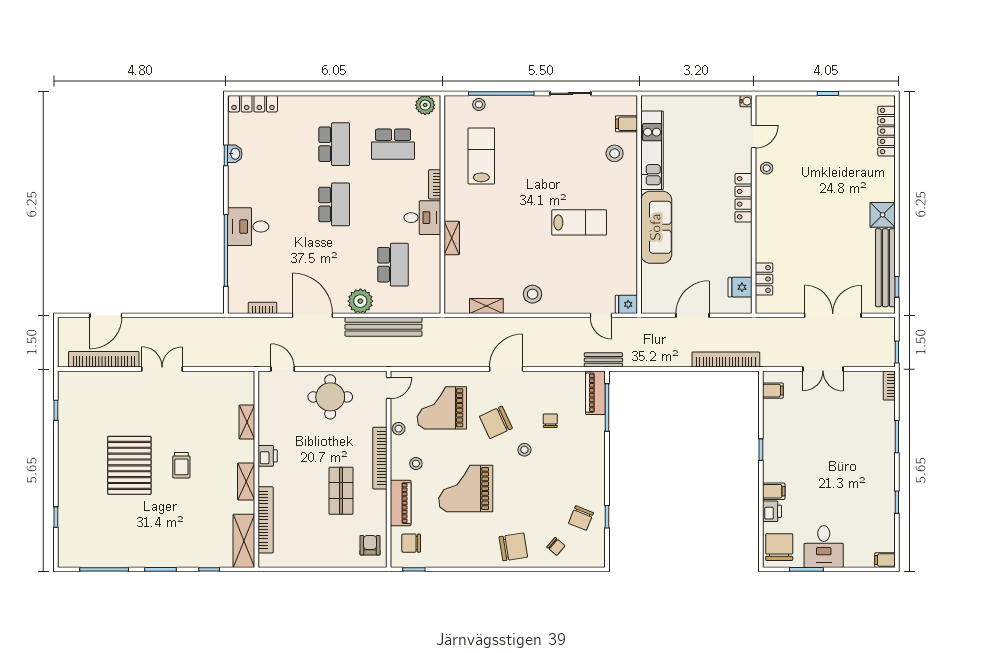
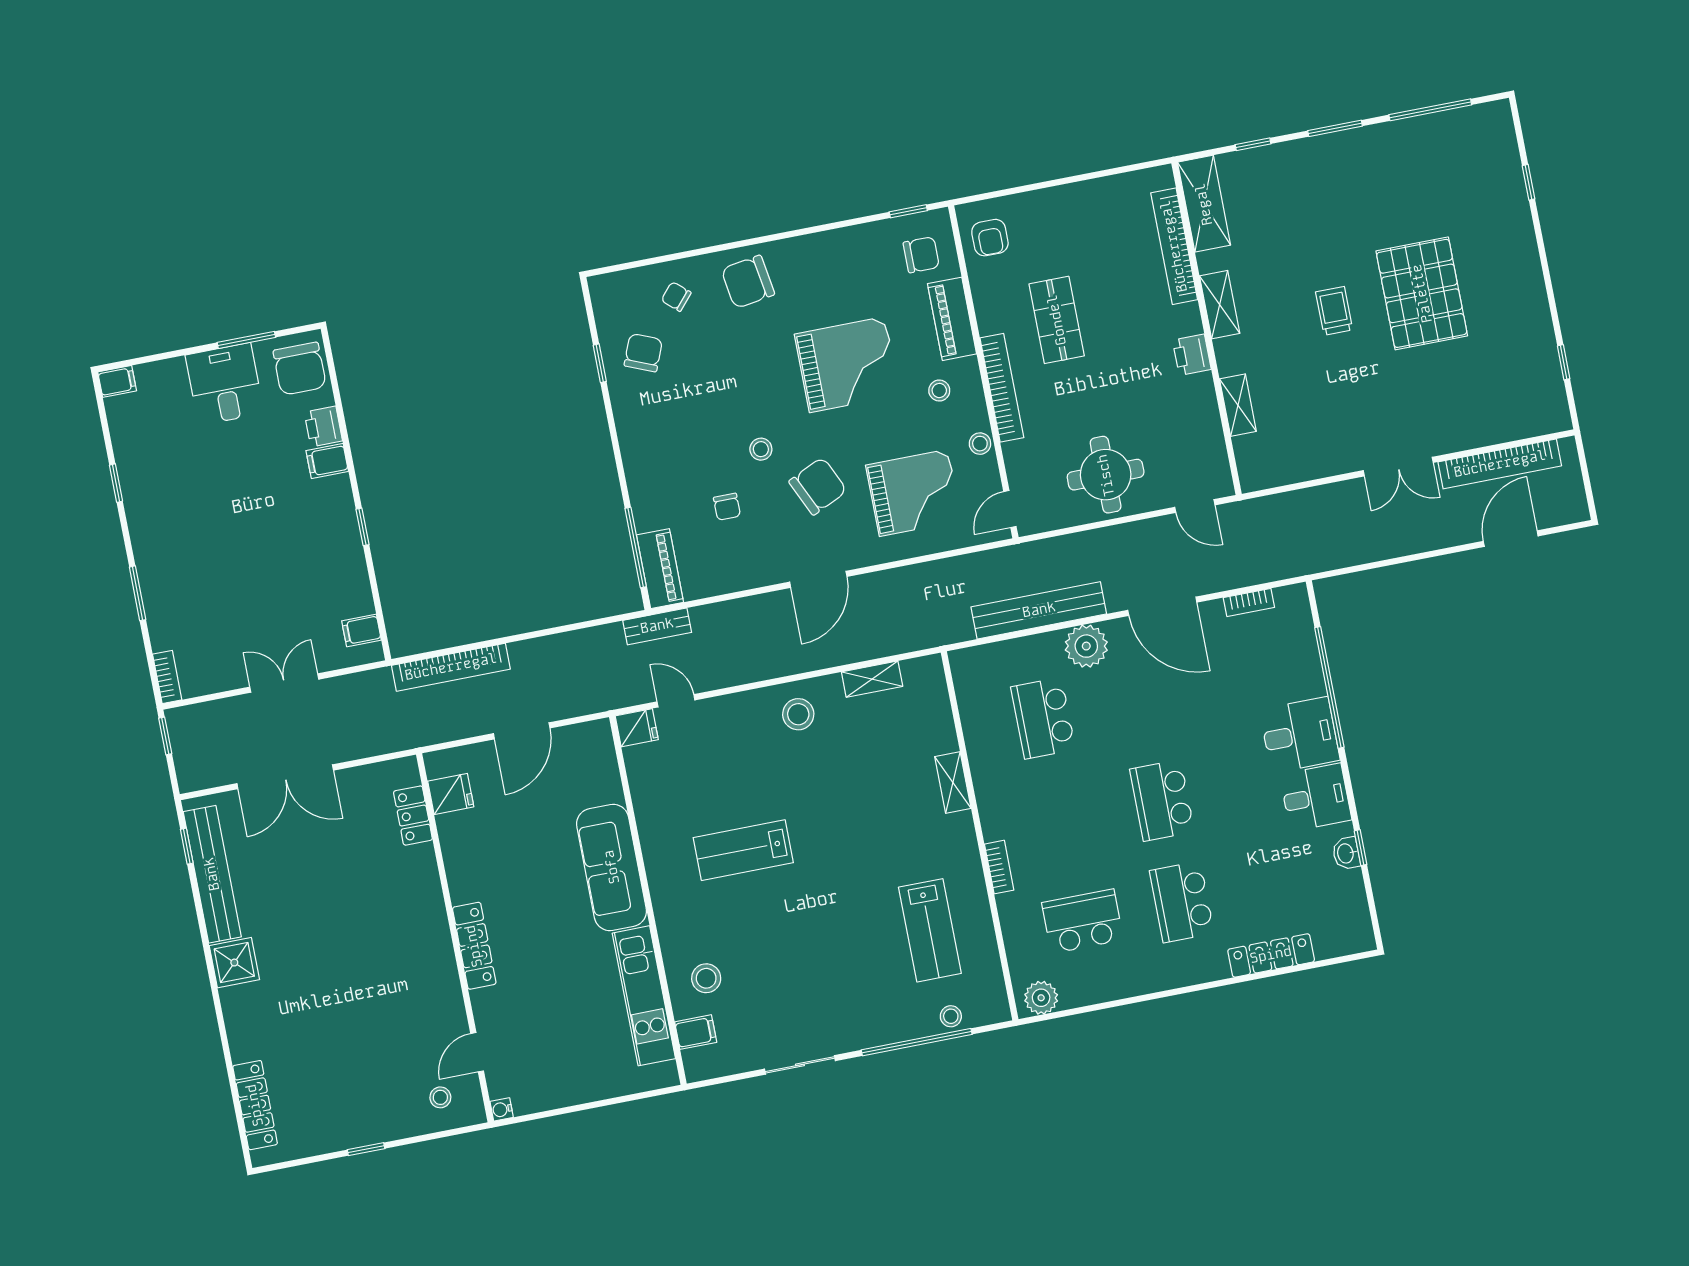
locker: (253, 104) -> (1271, 955), moved
stool: (767, 168) -> (440, 1097), moved
desk: (422, 218) -> (1316, 797), moved, turned 180

